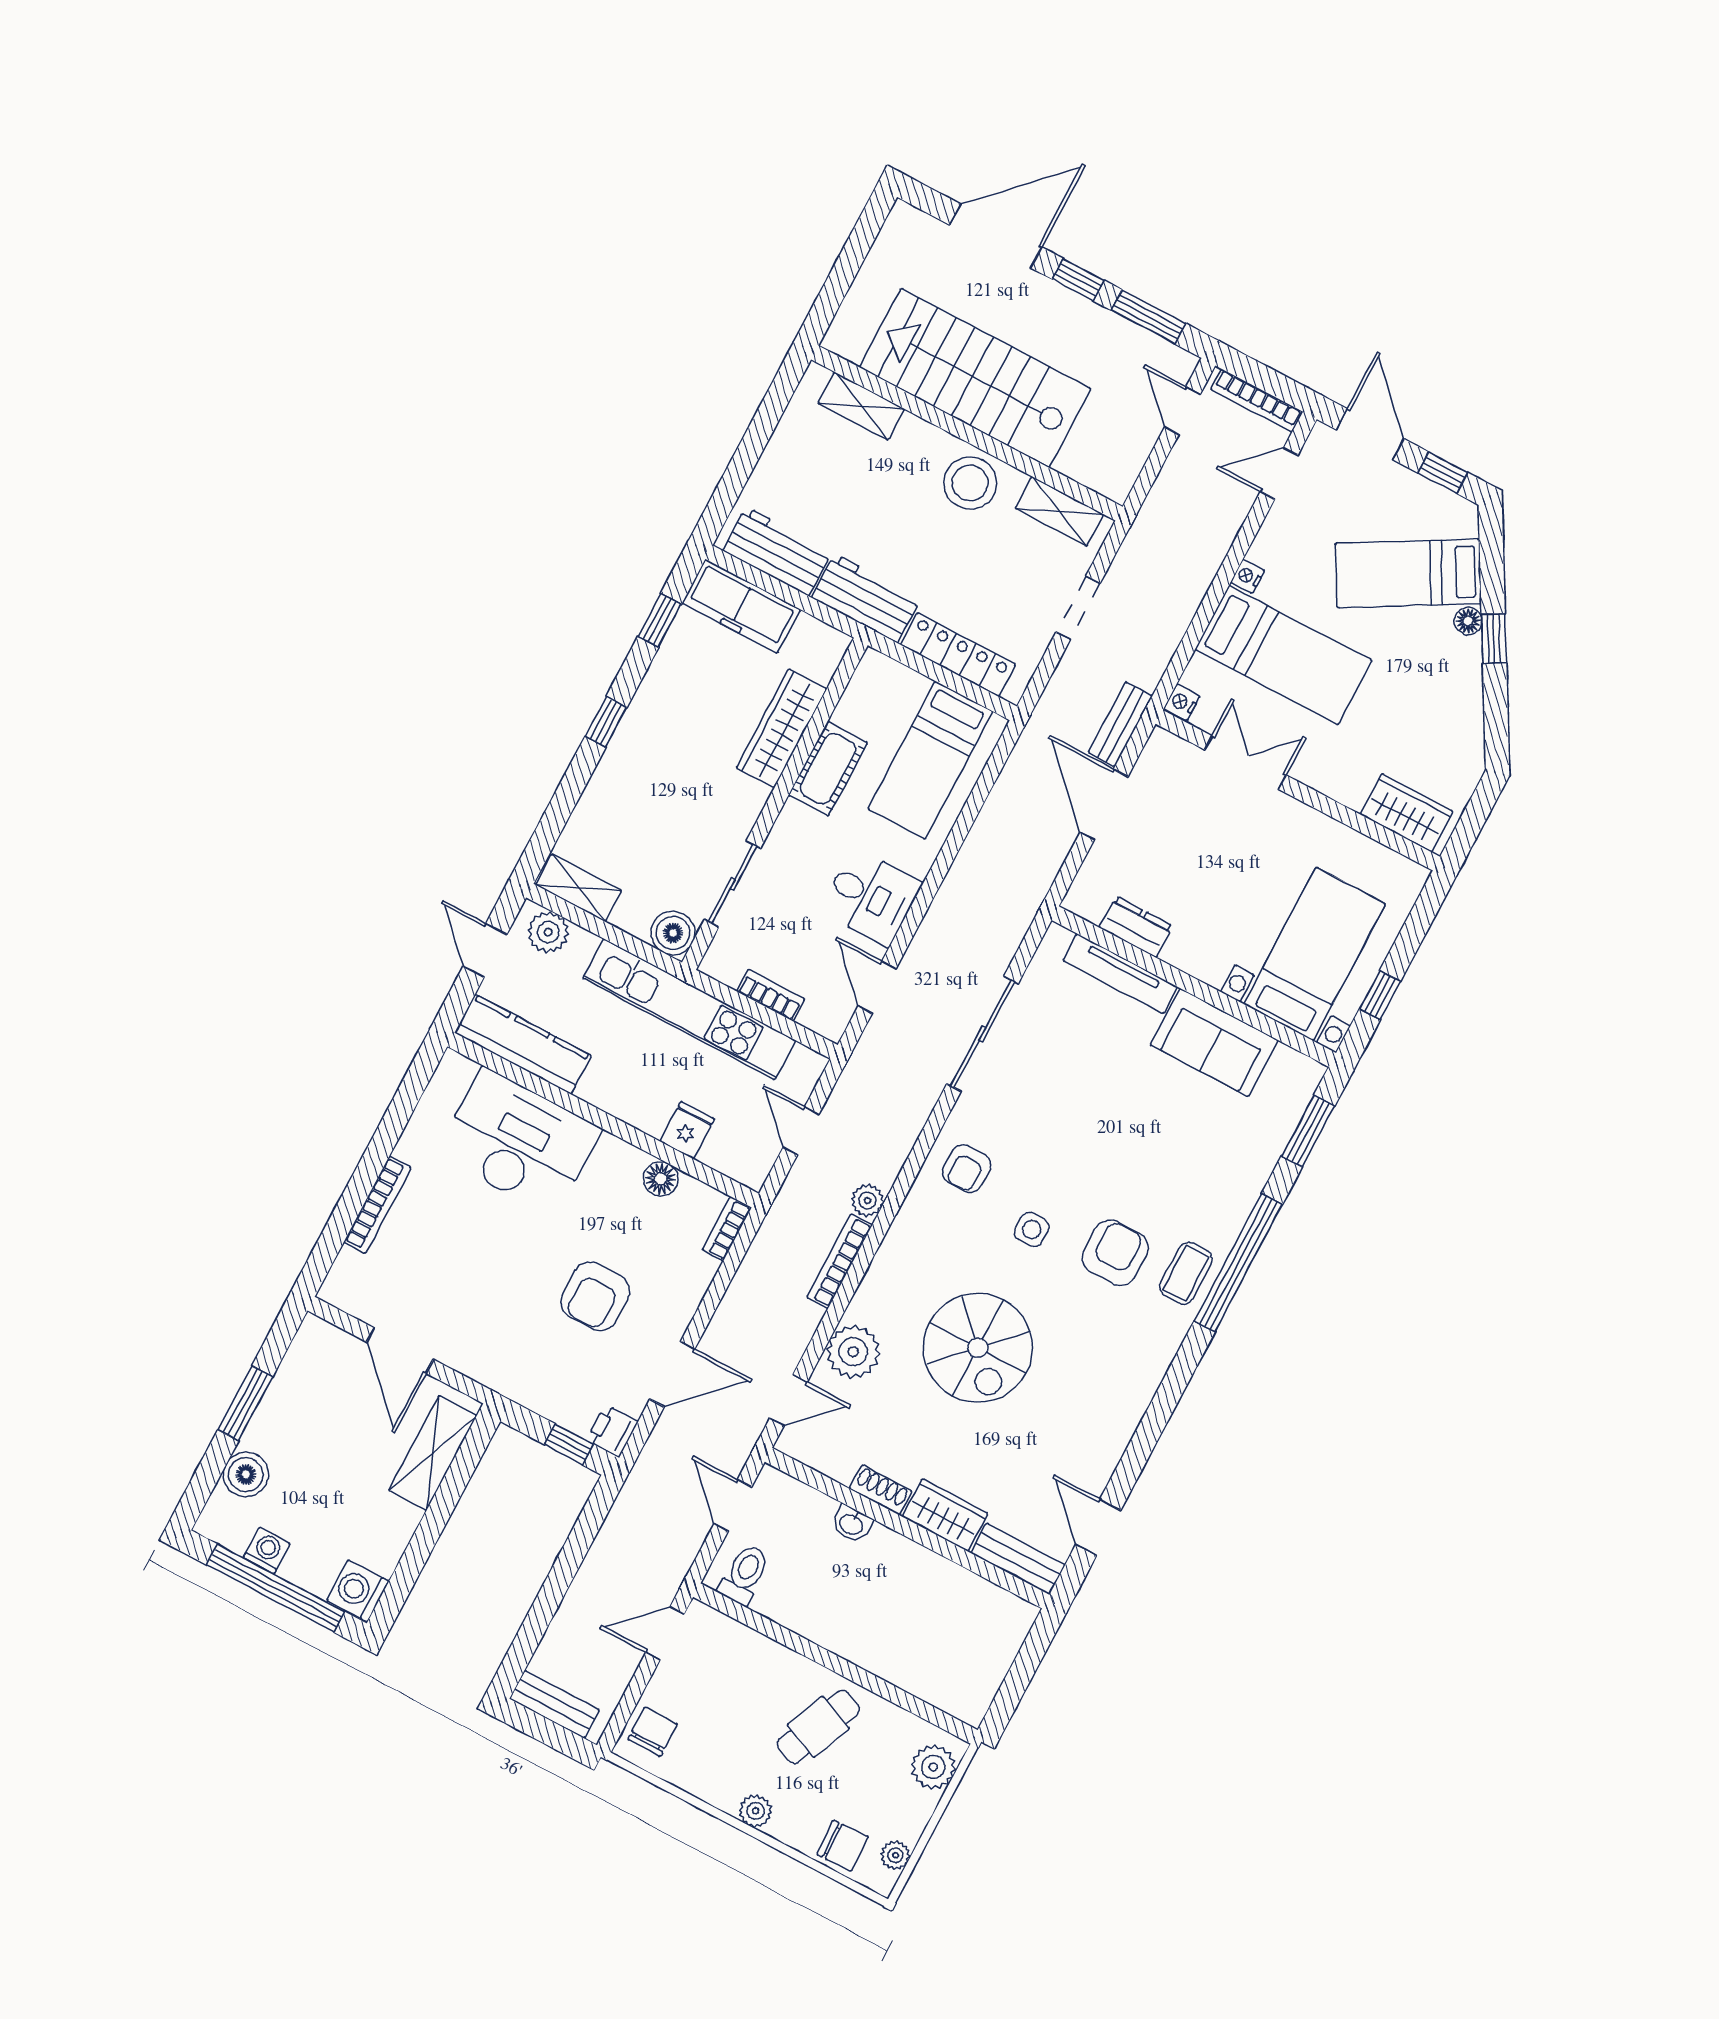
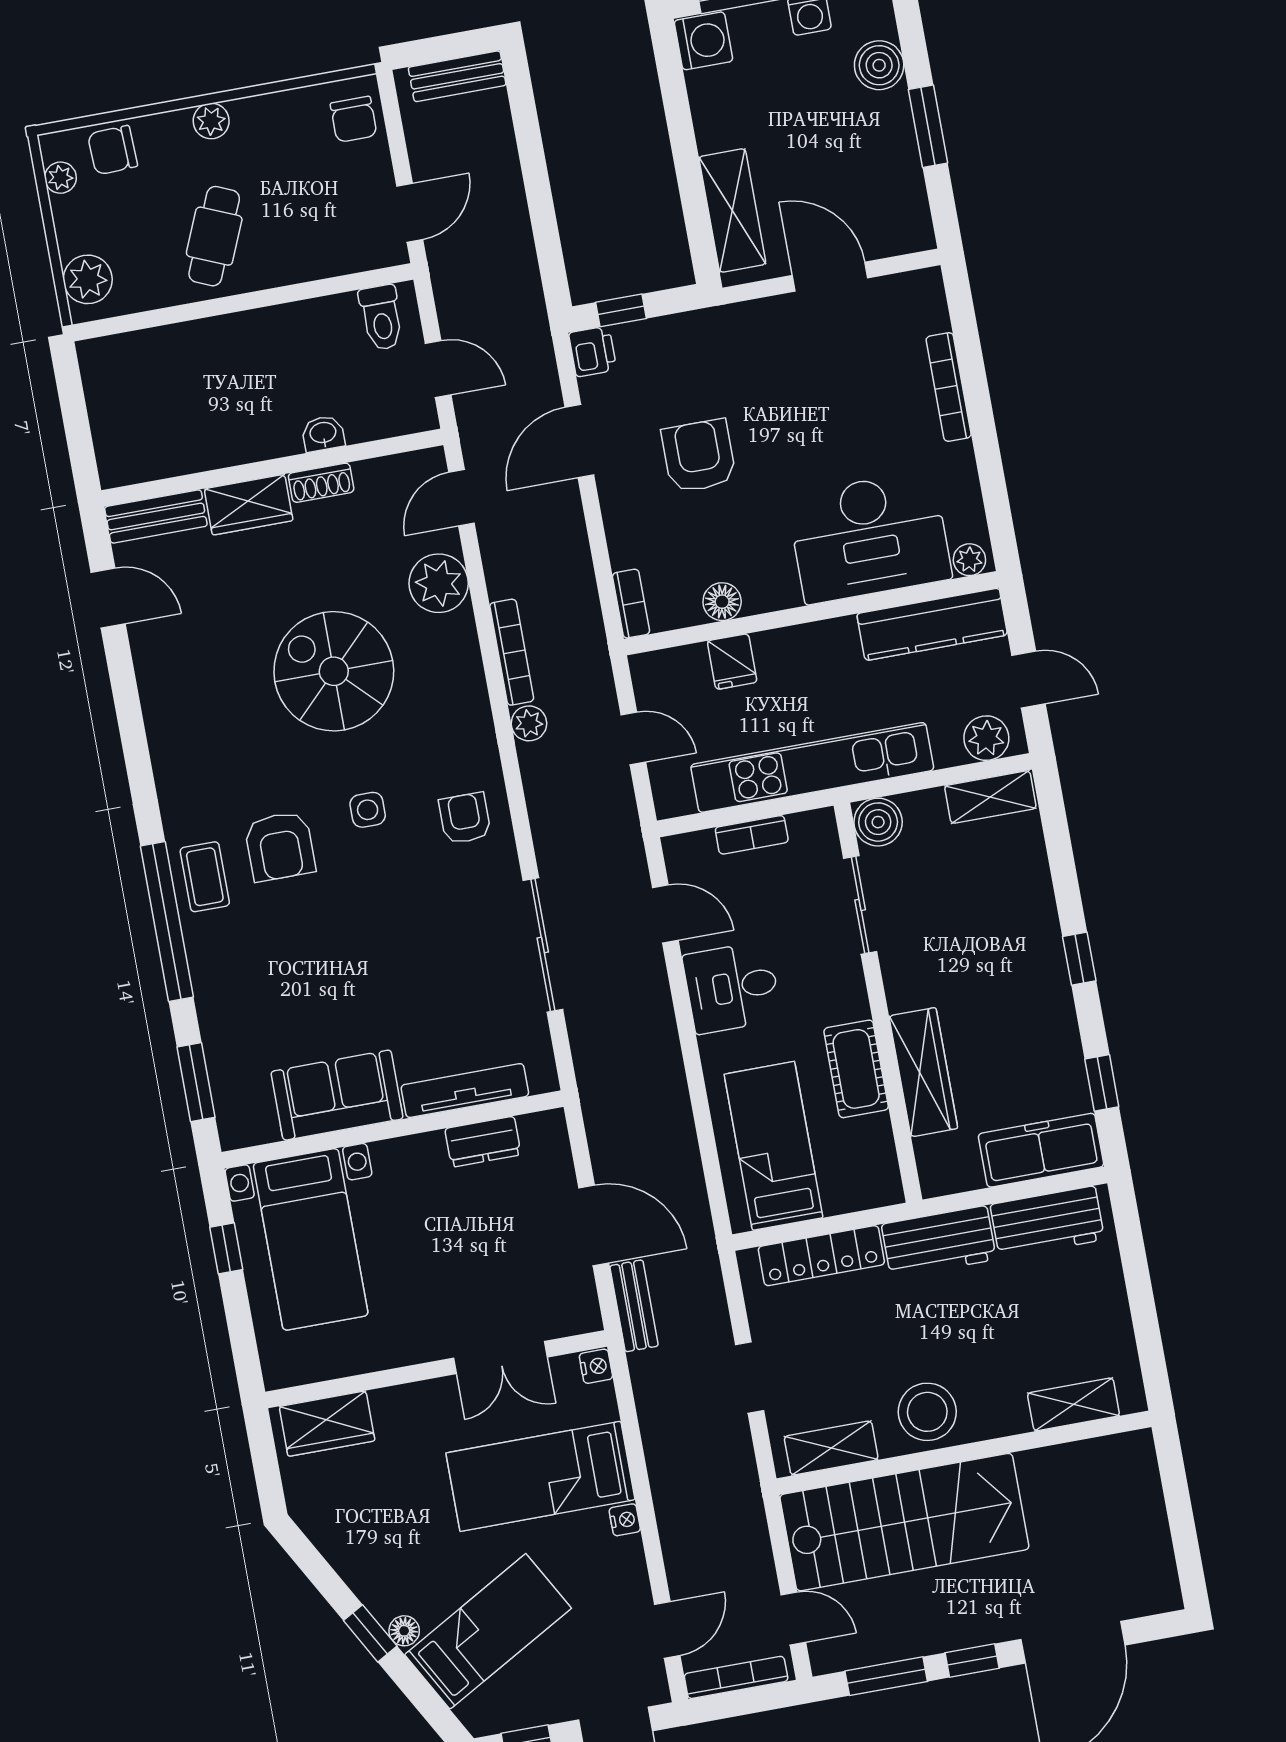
stairs: (975, 378) -> (904, 1522), moved
plant: (460, 1069) -> (969, 560), added

